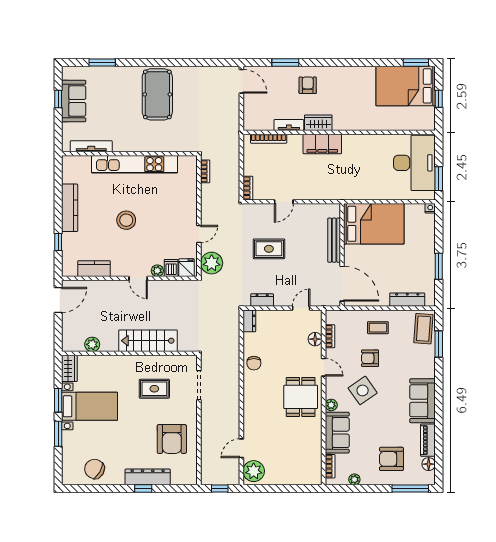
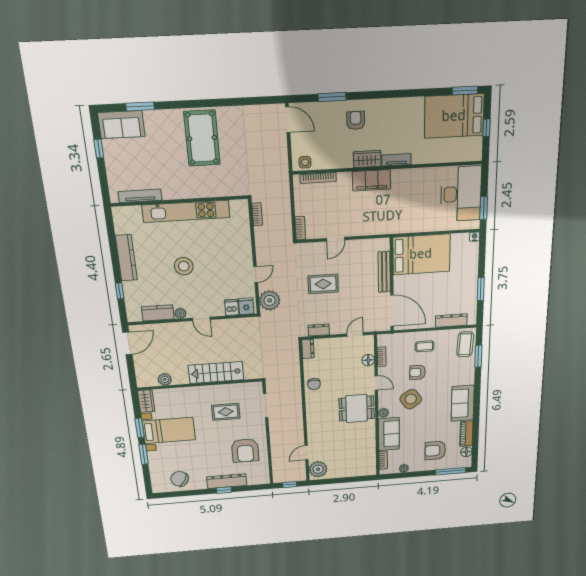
sofa: (74, 101) -> (121, 125), moved, turned 90
side table: (256, 123) -> (305, 162), added
tv unit: (289, 125) -> (396, 160), moved
plant: (157, 271) -> (180, 313), moved
dining table: (301, 397) -> (357, 408), turned 90

